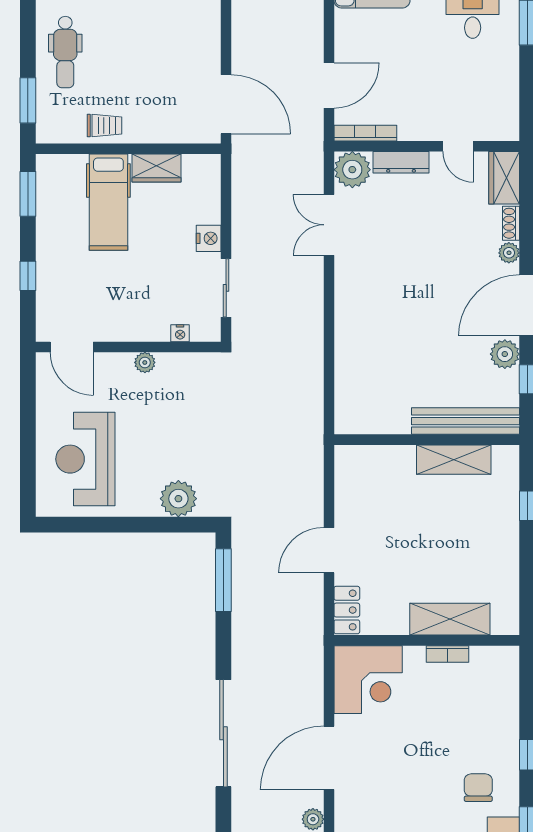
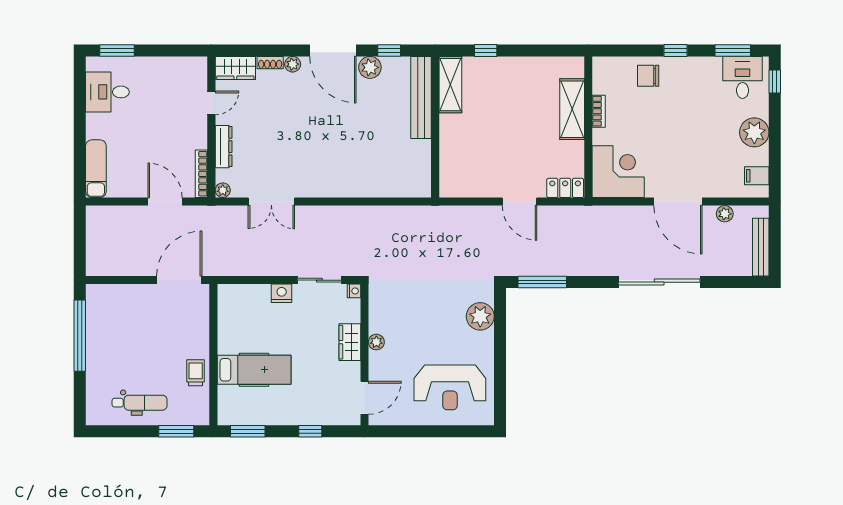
wardrobe: (157, 168) -> (350, 342), moved, turned 180
plant: (352, 170) -> (223, 190), width x0.53, depth x0.53
nightstand: (180, 333) -> (354, 291), moved
shelving: (454, 460) -> (450, 85), moved
chair: (478, 788) -> (648, 76), moved

